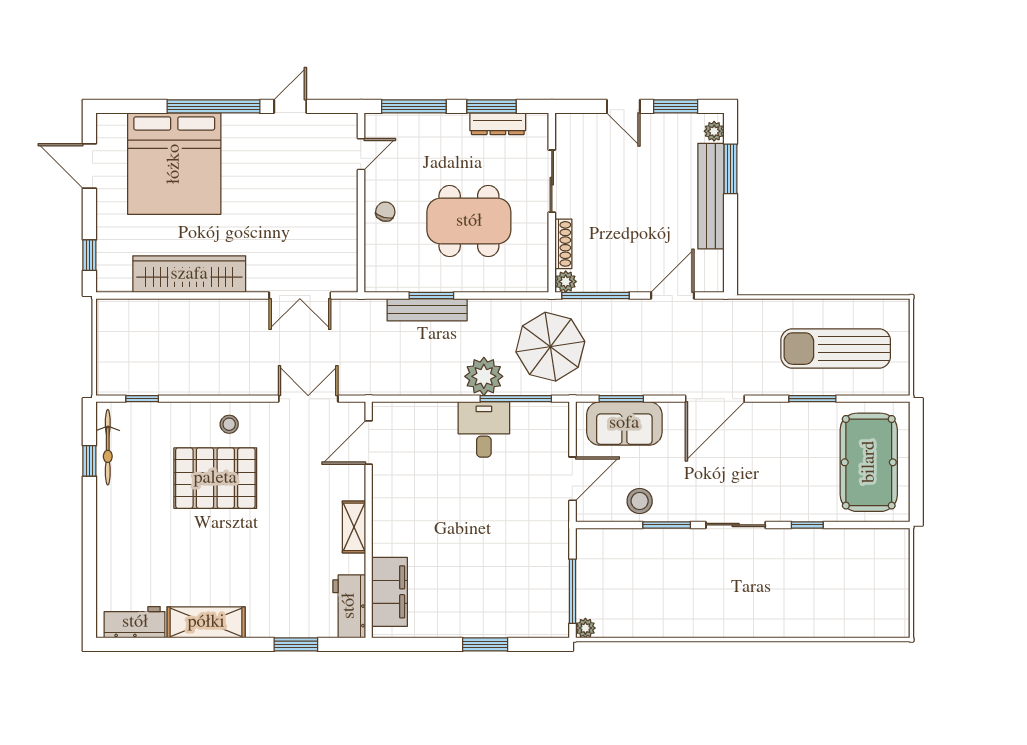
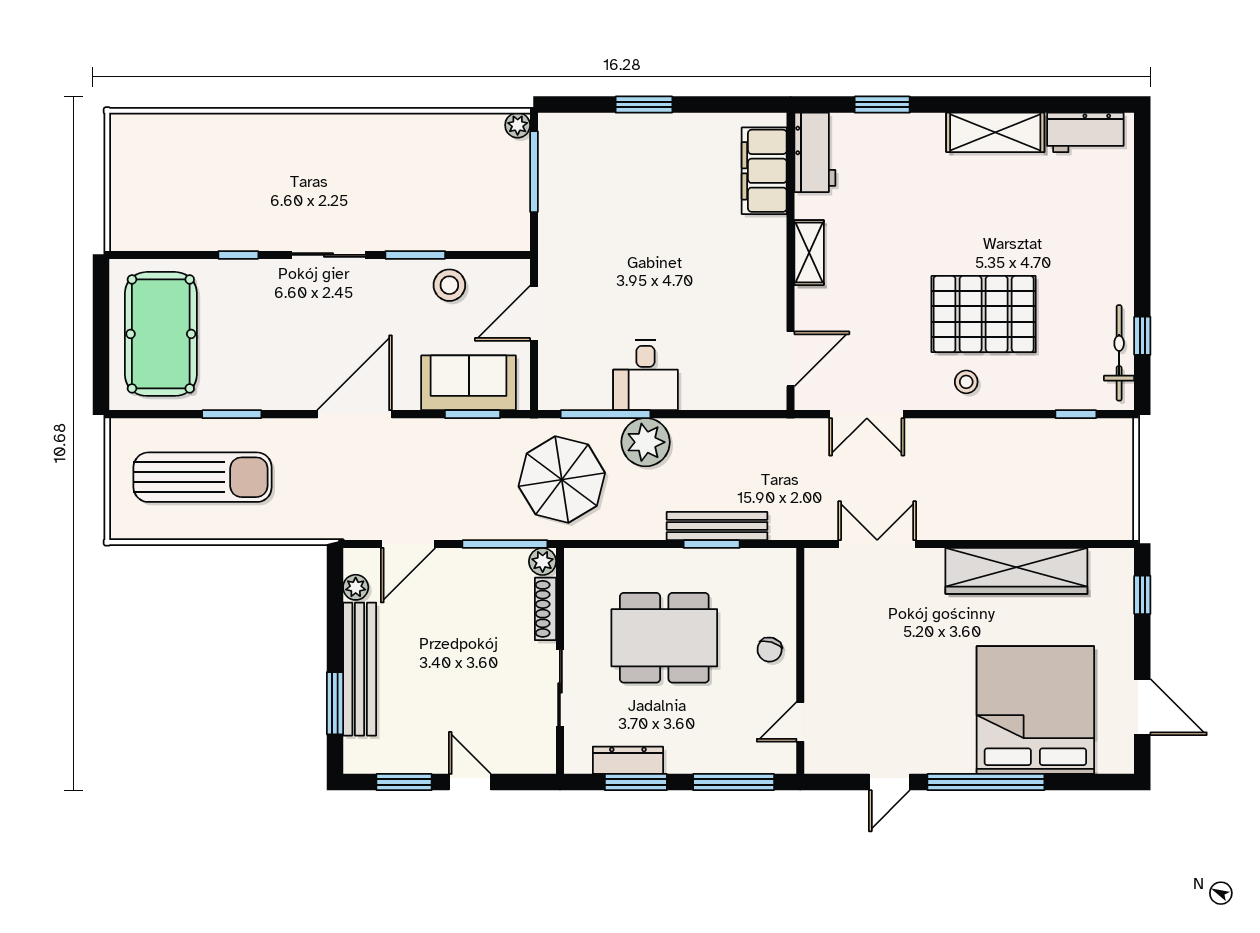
plant: (714, 131) -> (356, 587), moved

